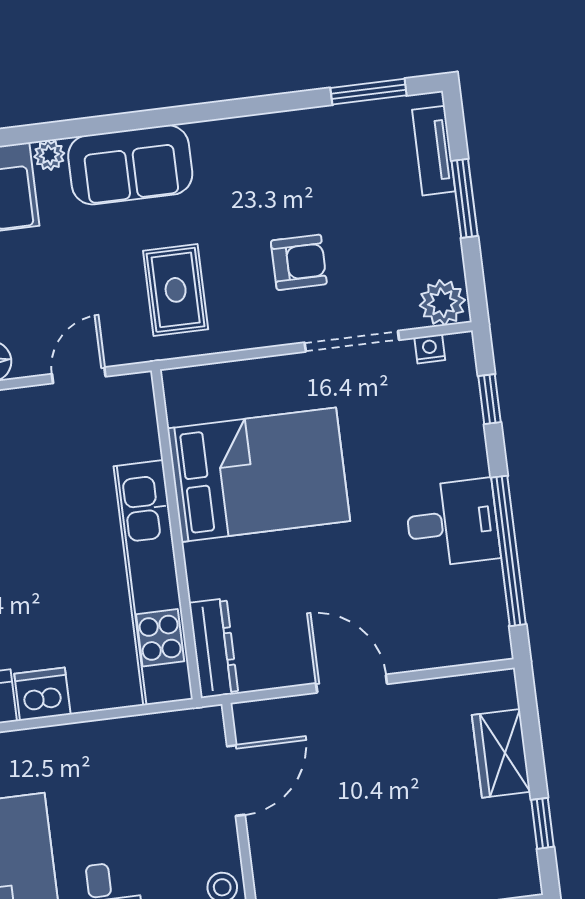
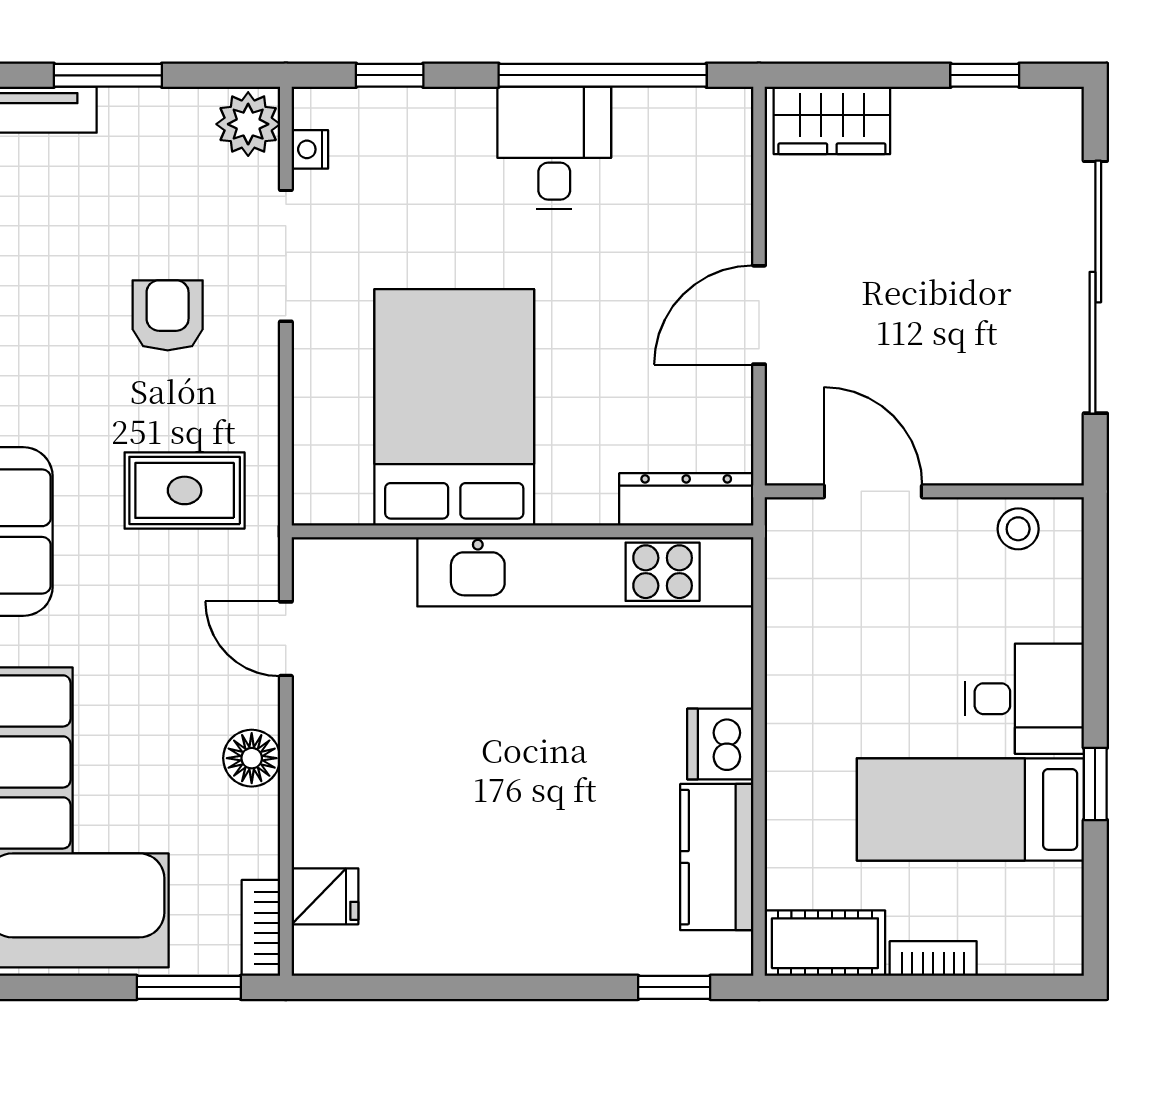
wardrobe: (501, 753) -> (832, 120), moved

